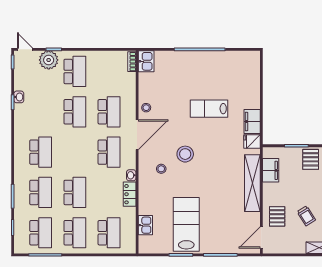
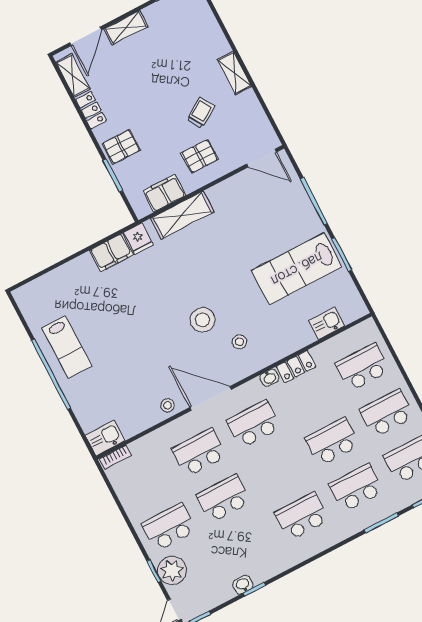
lab bench: (209, 109) -> (67, 347), moved
shelving: (252, 183) -> (182, 215), width x0.68
pallet: (277, 216) -> (200, 156), moved

